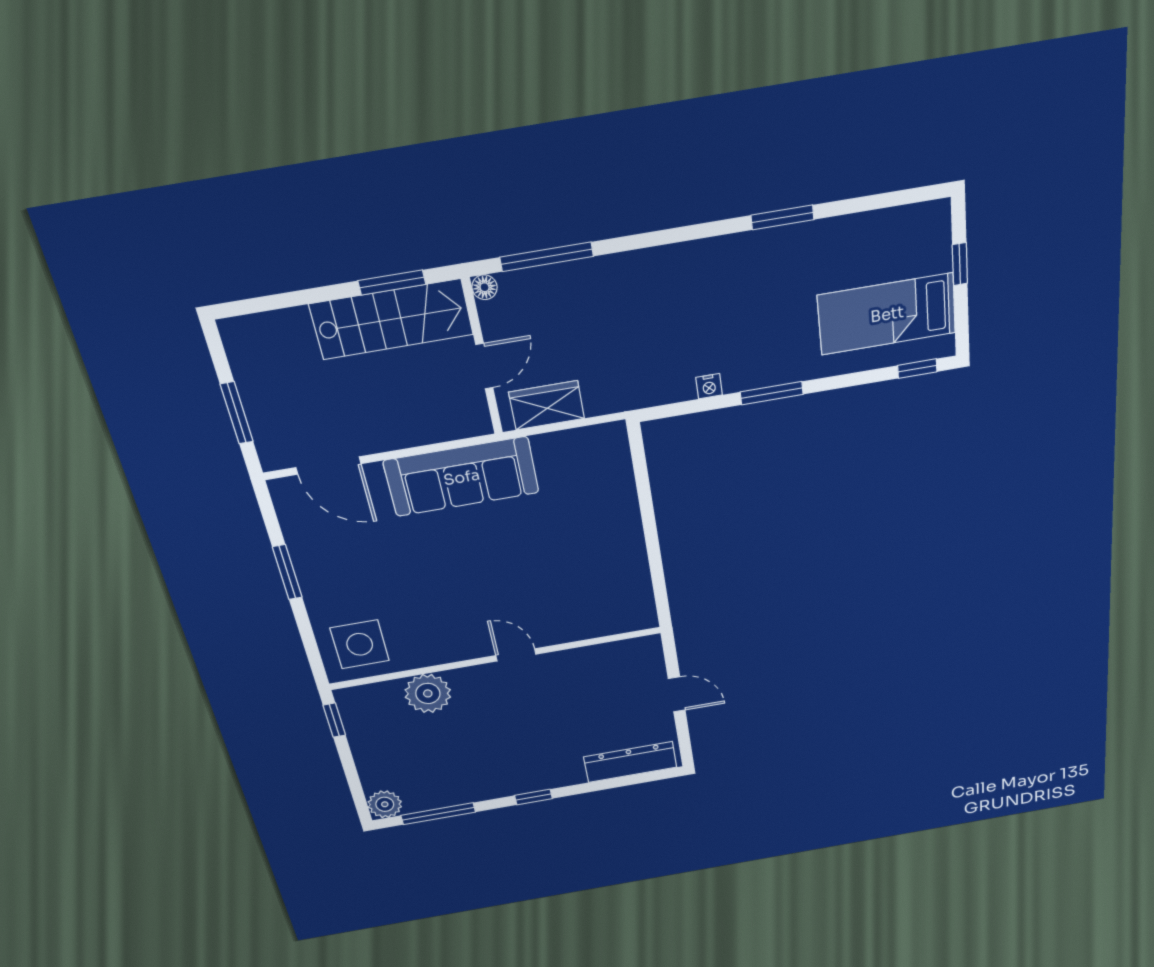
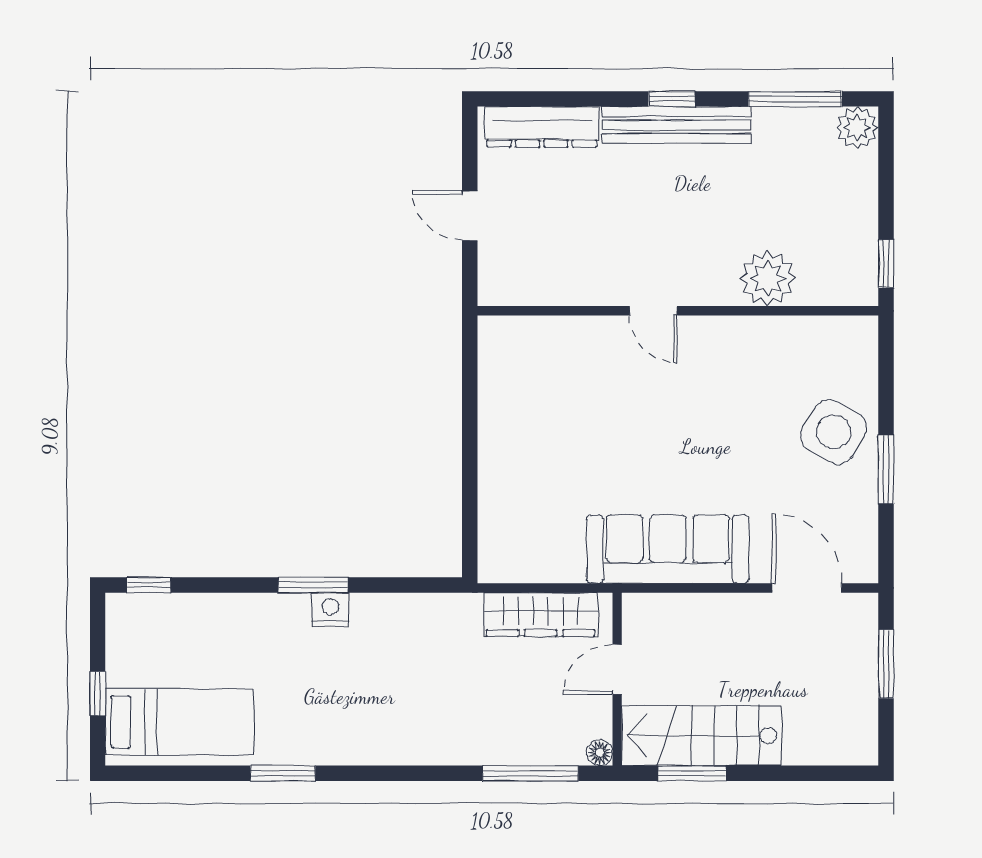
bed: (887, 314) -> (180, 722), moved
nightstand: (709, 386) -> (330, 609), moved, width x1.39, depth x1.35
wardrobe: (547, 405) -> (541, 615), width x1.50
side table: (360, 644) -> (834, 432), moved, turned 30
bench: (526, 781) -> (676, 125), added

